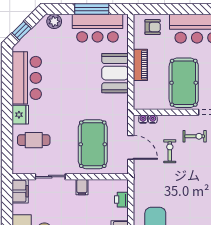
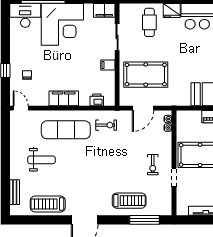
exercise bike: (170, 151) -> (106, 125), moved

